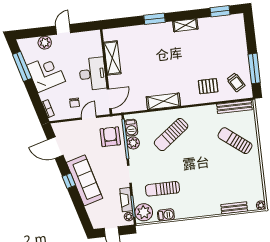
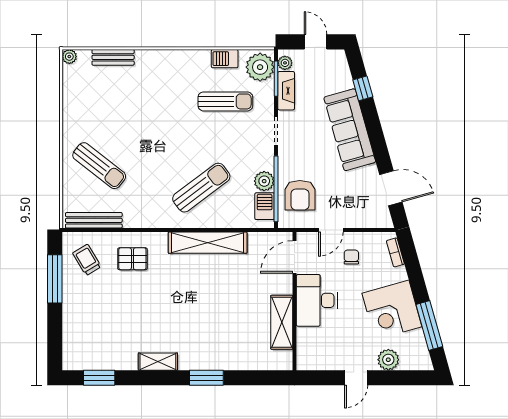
shelving: (163, 101) -> (208, 243), width x1.47
window: (69, 181) -> (363, 88), moved

